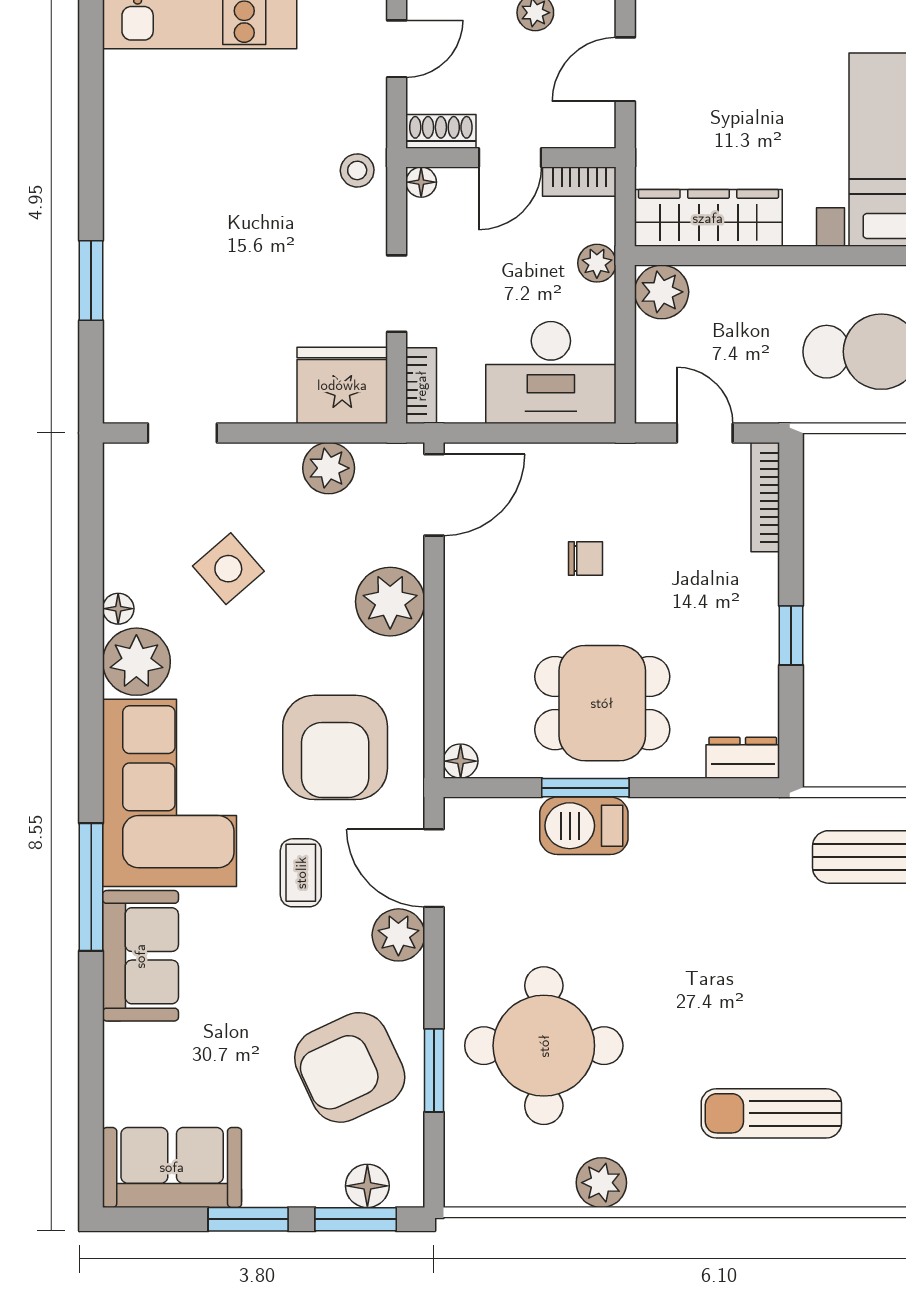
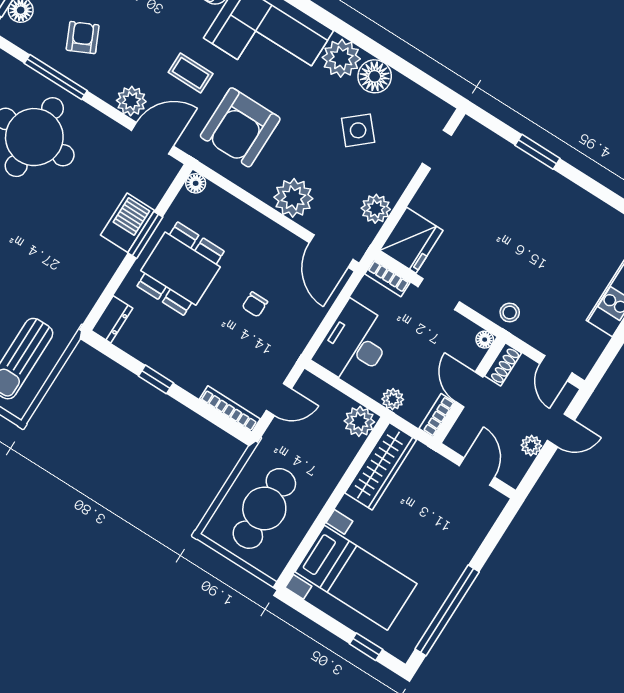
floor lamp: (118, 609) -> (375, 76), width x1.89, depth x1.89
armchair: (335, 747) -> (240, 127), turned -90
armchair: (350, 1067) -> (83, 38), width x0.53, depth x0.53
window: (434, 1070) -> (56, 77), width x1.44

